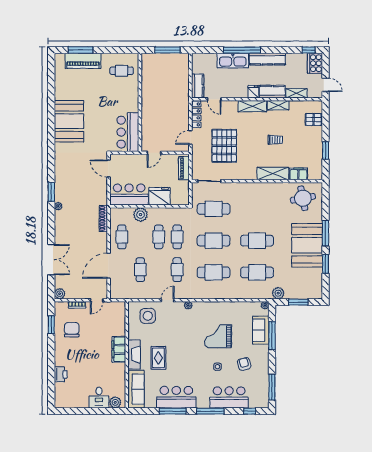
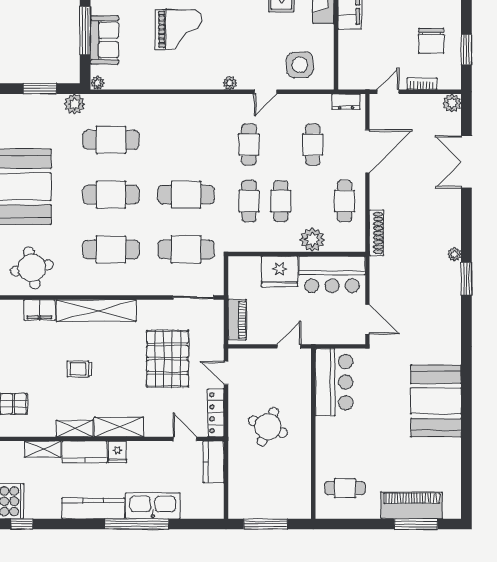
round table: (166, 106) -> (268, 427), added
door: (190, 137) -> (226, 373), swing flipped
shelving: (273, 174) -> (96, 311), width x1.47
cafe table: (214, 272) -> (111, 249), moved
dresser: (121, 294) -> (346, 102), added

